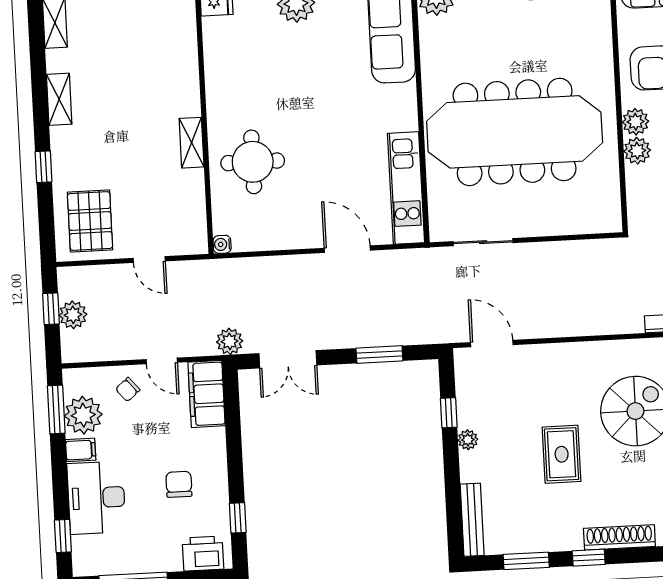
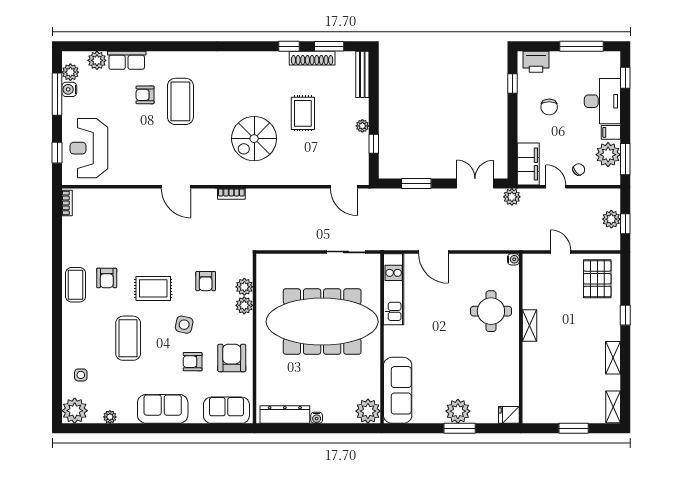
plant: (636, 122) -> (244, 287), moved
shoe rack: (619, 537) -> (312, 58), moved

